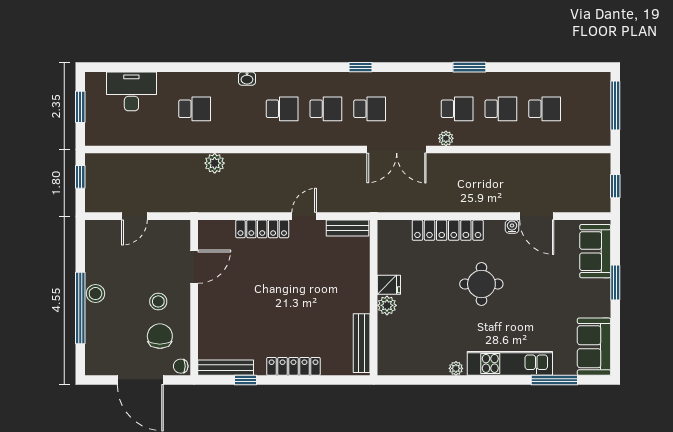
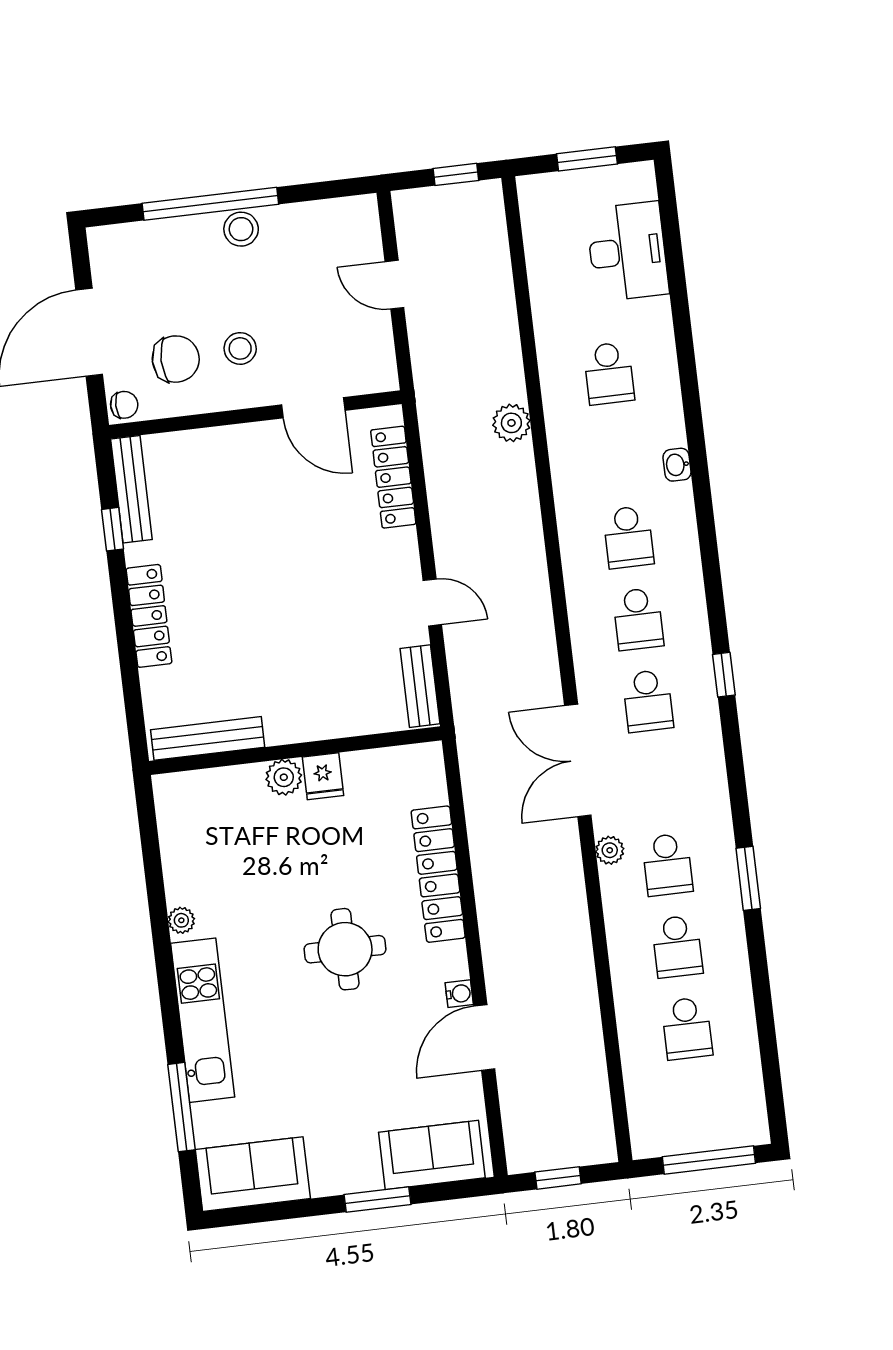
locker: (262, 229) -> (393, 477), moved
chair: (181, 366) -> (124, 405), turned 90

